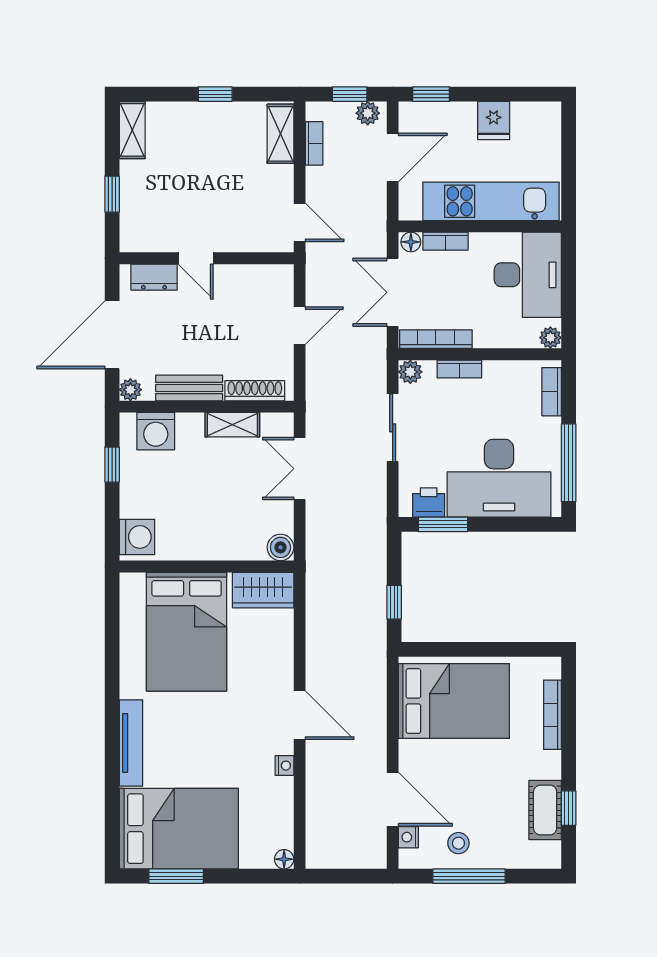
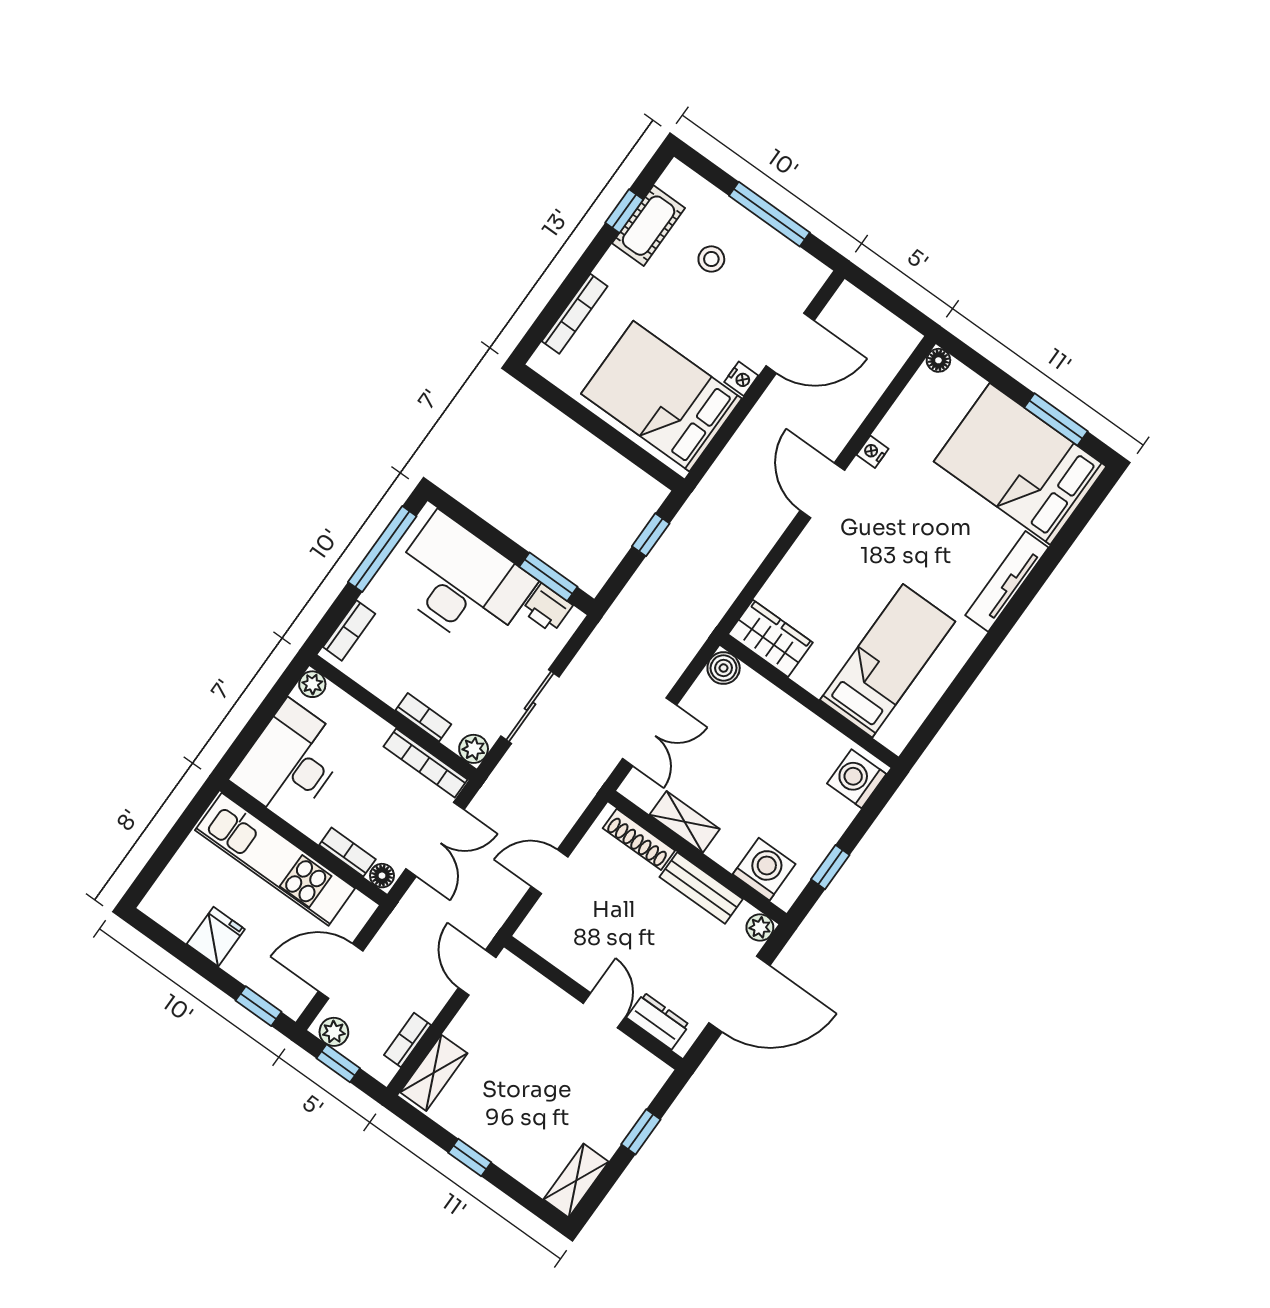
bed: (187, 632) -> (888, 661), width x0.67
door: (393, 799) -> (790, 343), swing flipped
nightstand: (408, 837) -> (741, 379), moved
stool: (458, 843) -> (711, 259), moved

